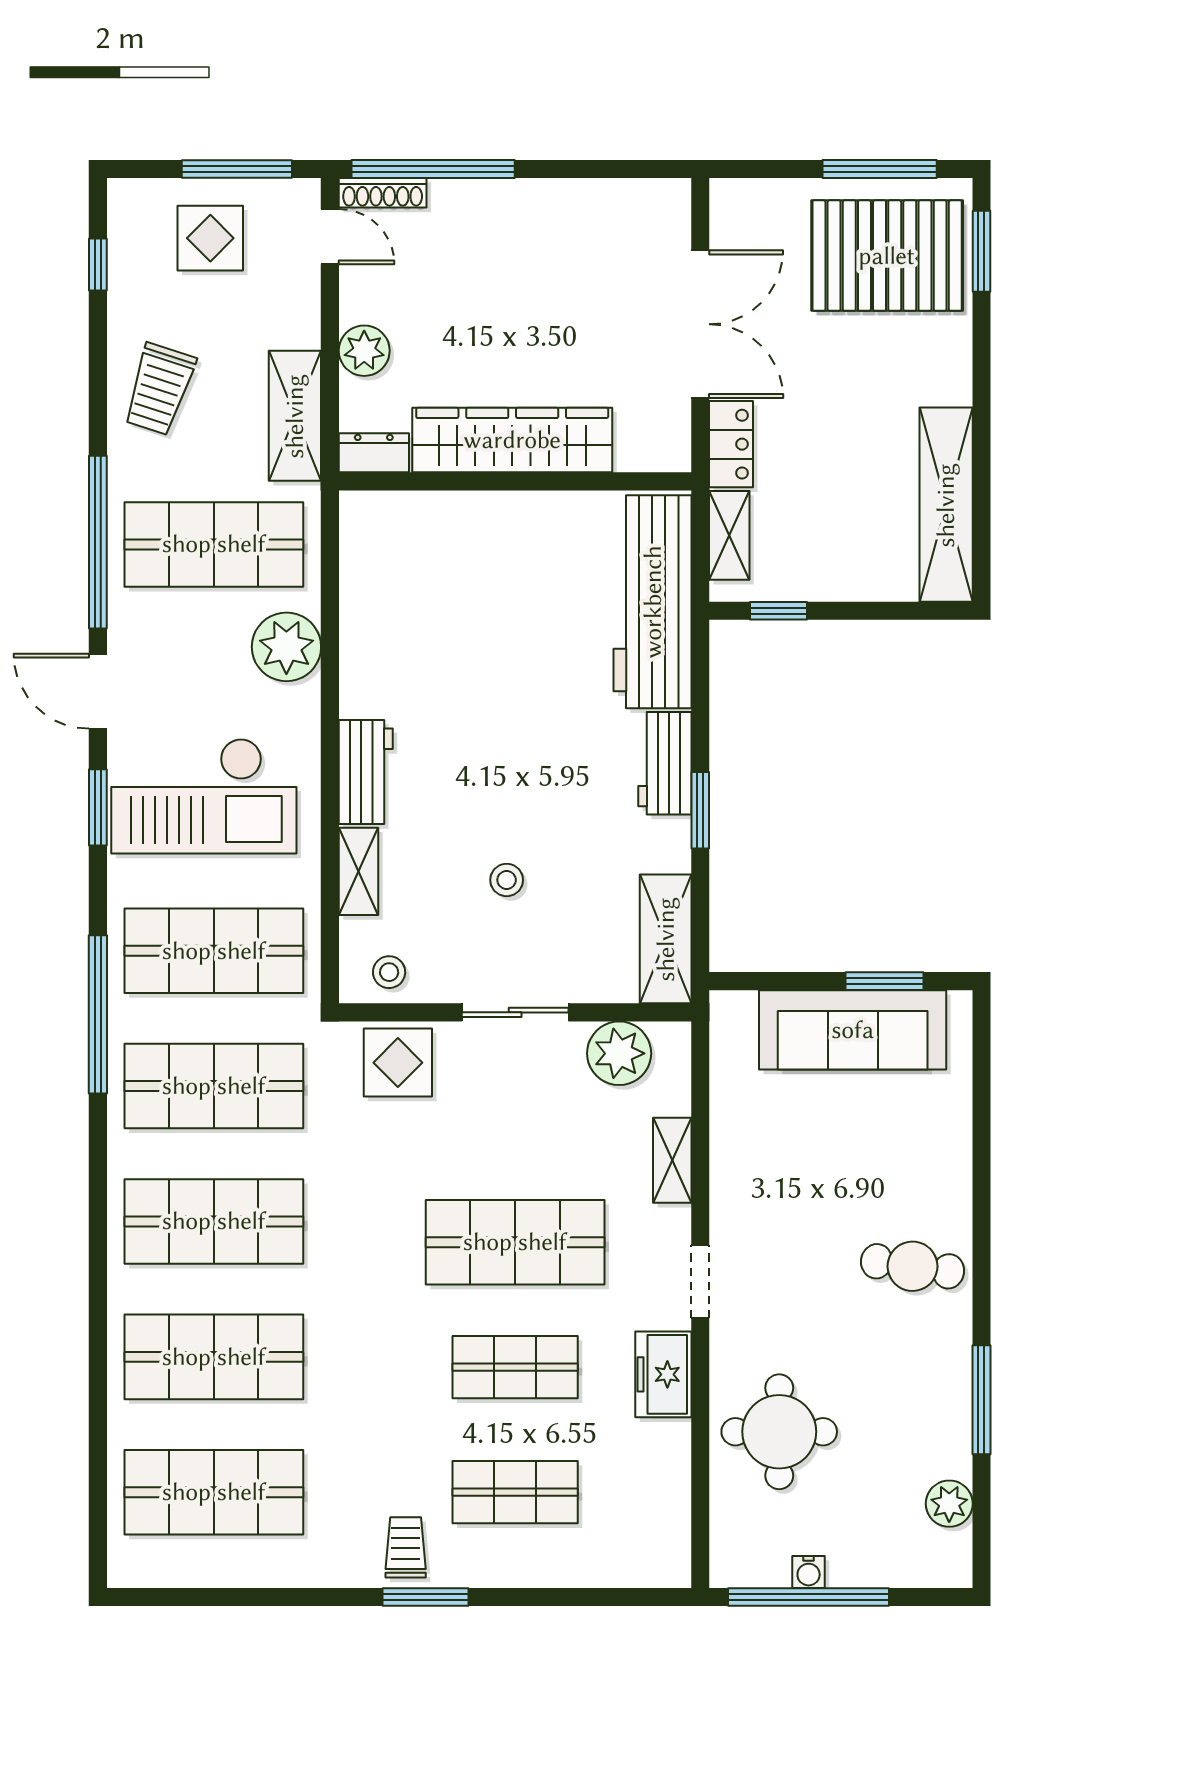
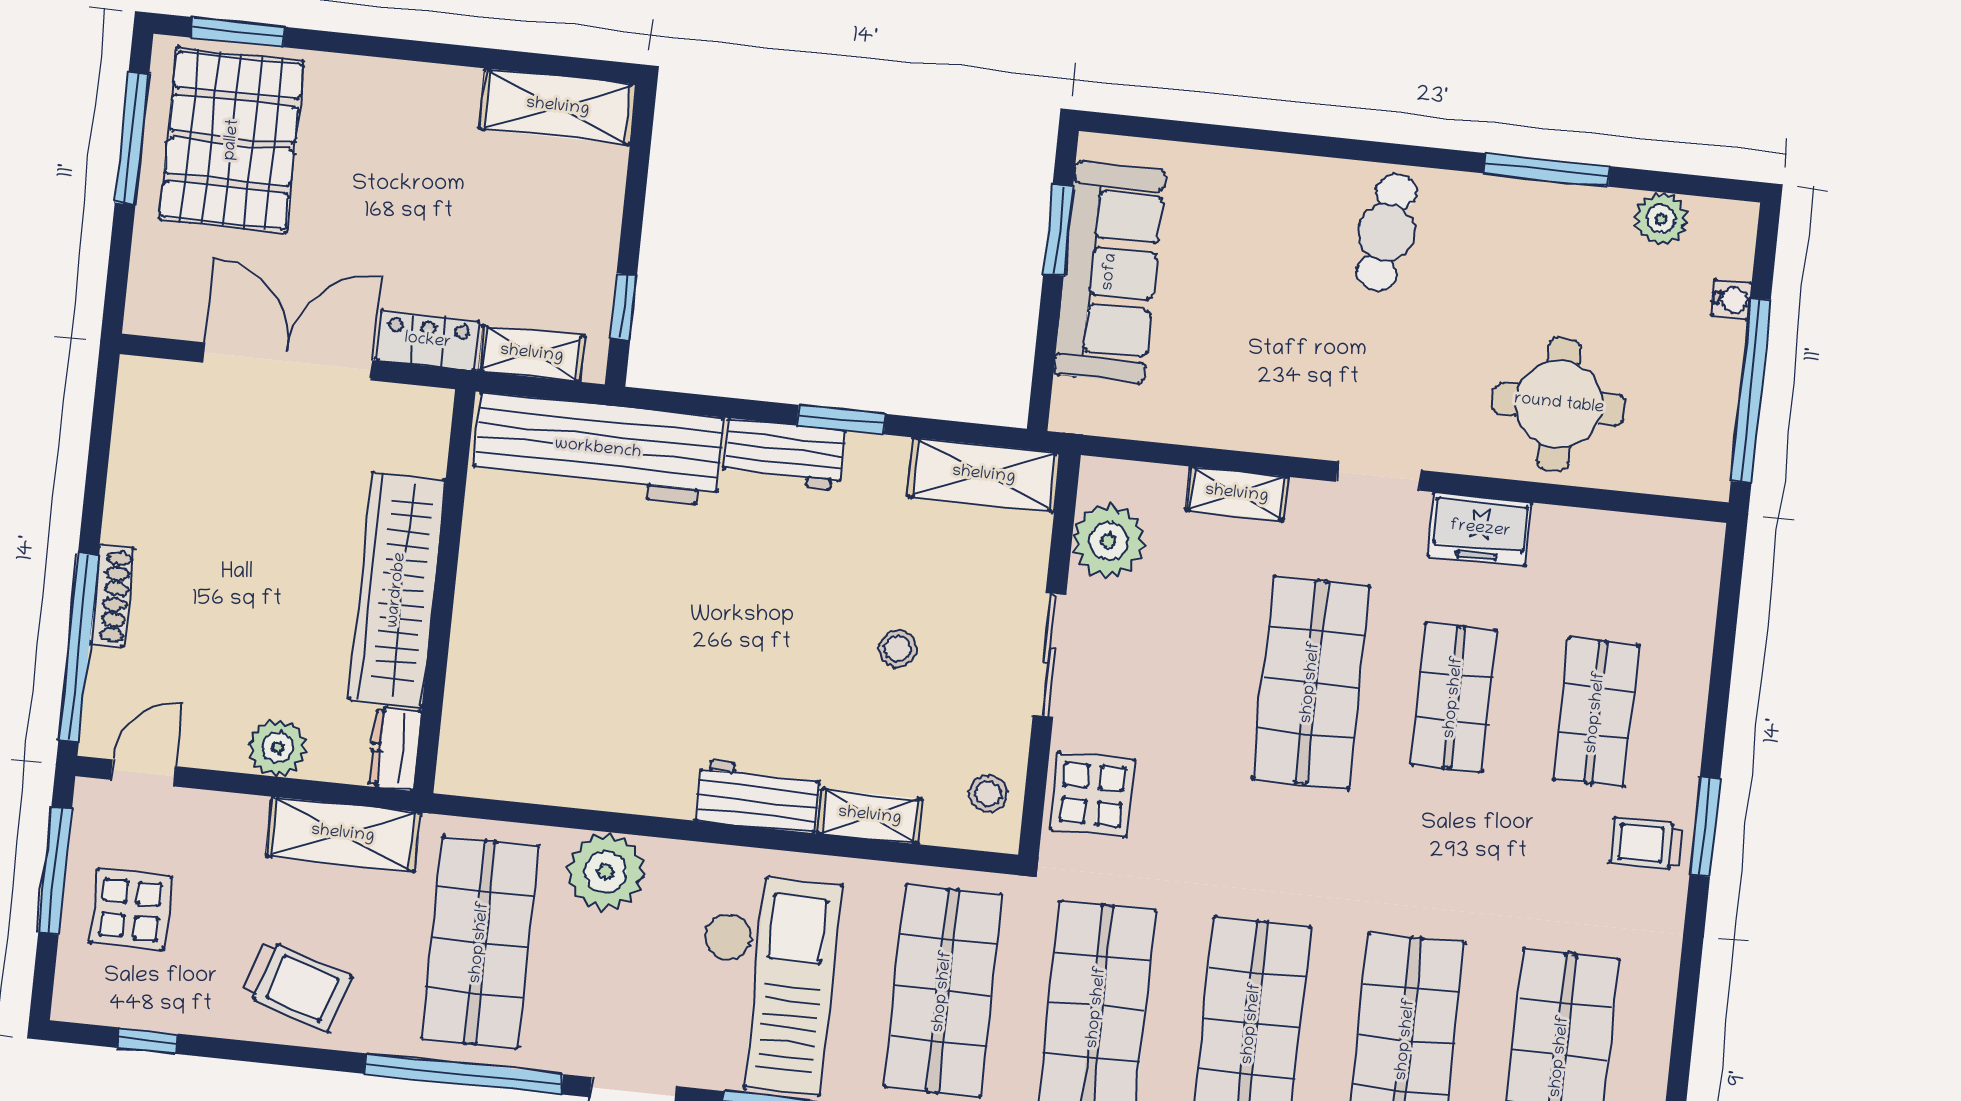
shoe rack: (383, 193) -> (111, 596), moved
shelving: (946, 505) -> (558, 107), width x0.68
water cooler: (809, 1572) -> (1731, 299), moved

